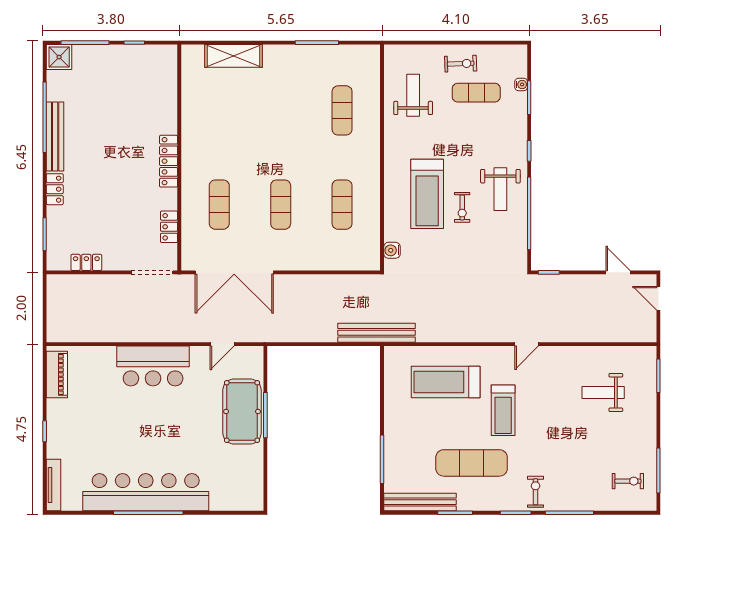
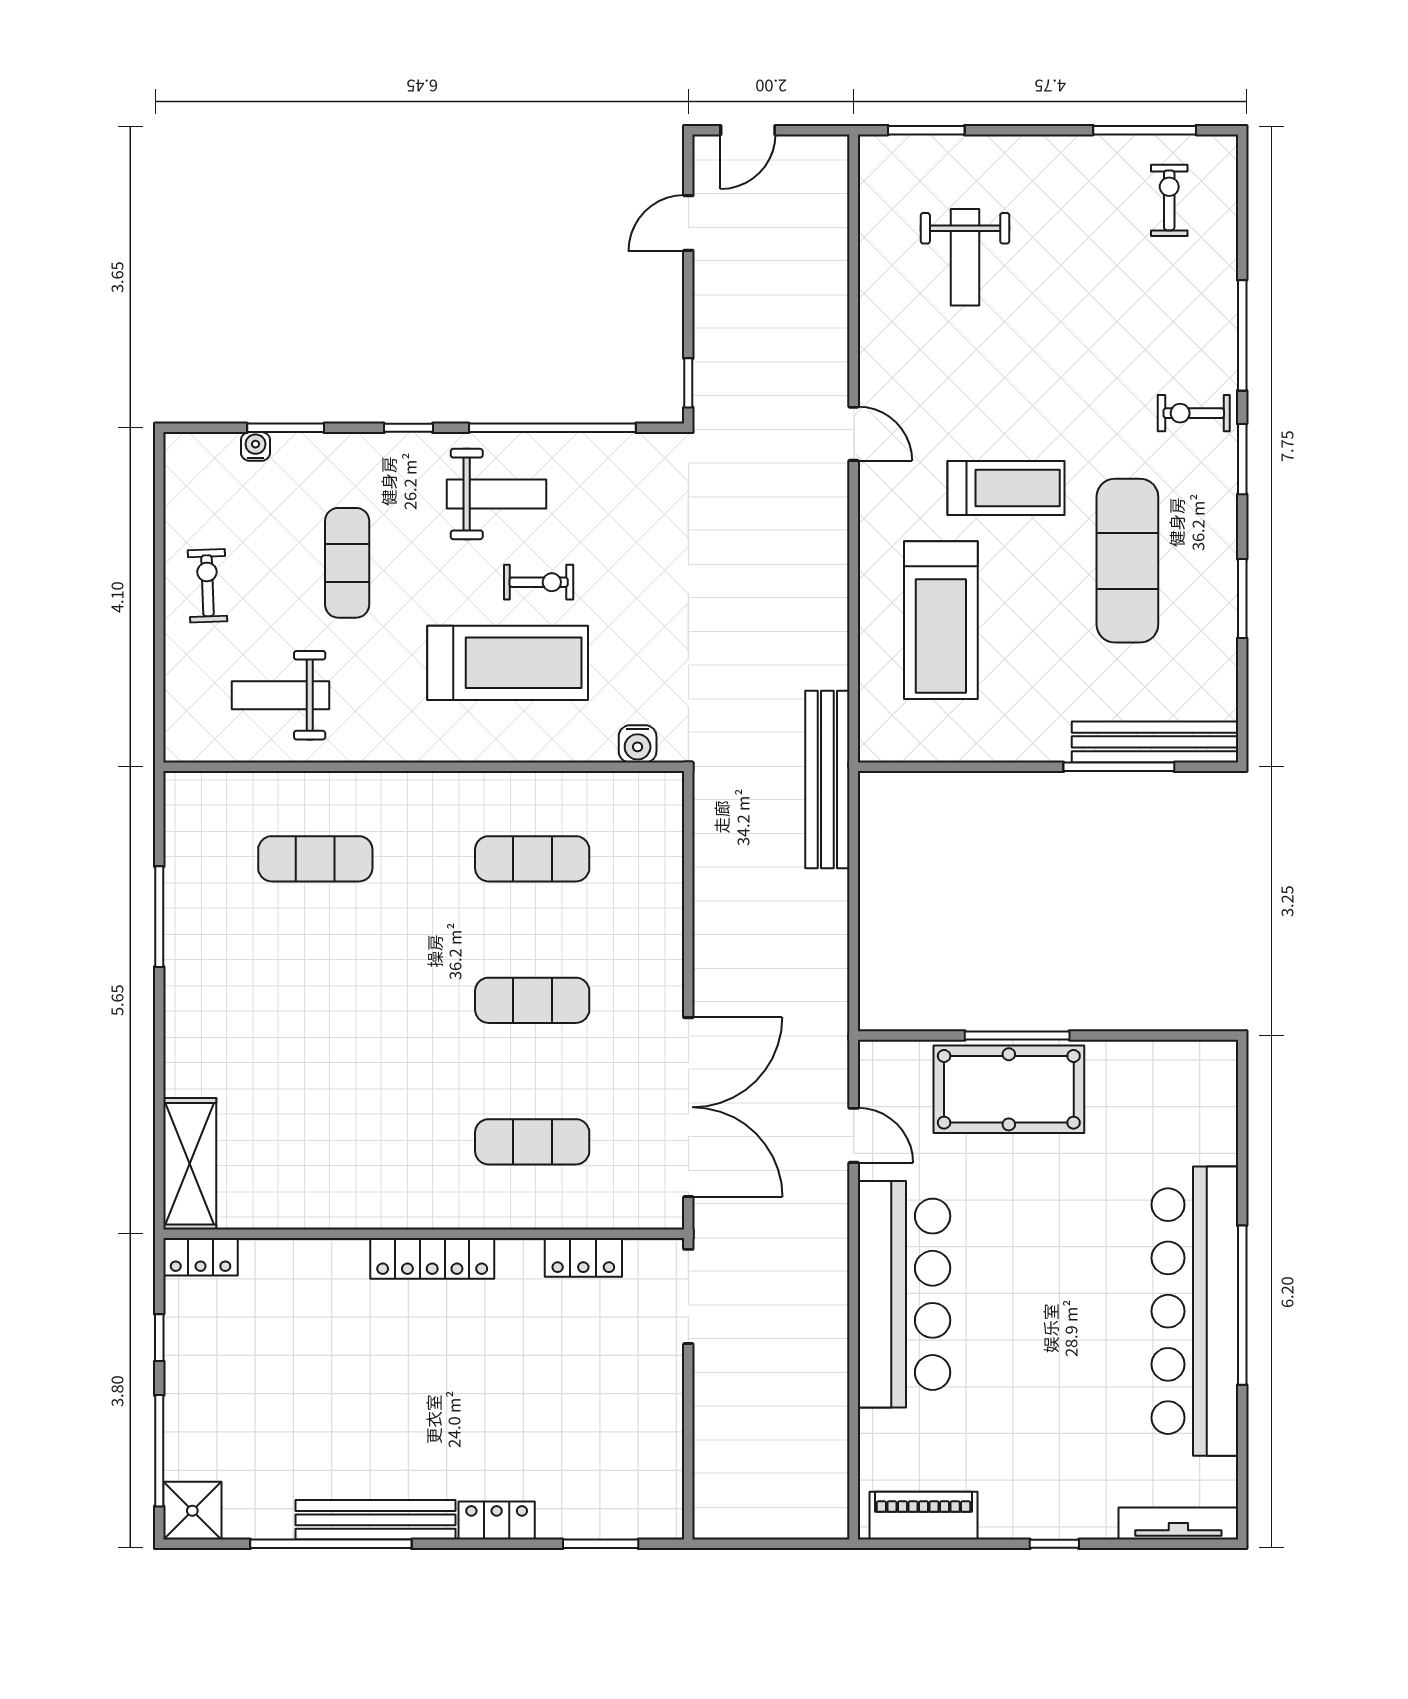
shelving: (234, 56) -> (190, 1164), moved
exercise mat: (476, 93) -> (347, 563), moved
locker: (86, 262) -> (201, 1257), moved, turned -90
bar counter: (153, 366) -> (904, 1294), width x1.36
bench: (420, 502) -> (1155, 742), moved, turned 90

